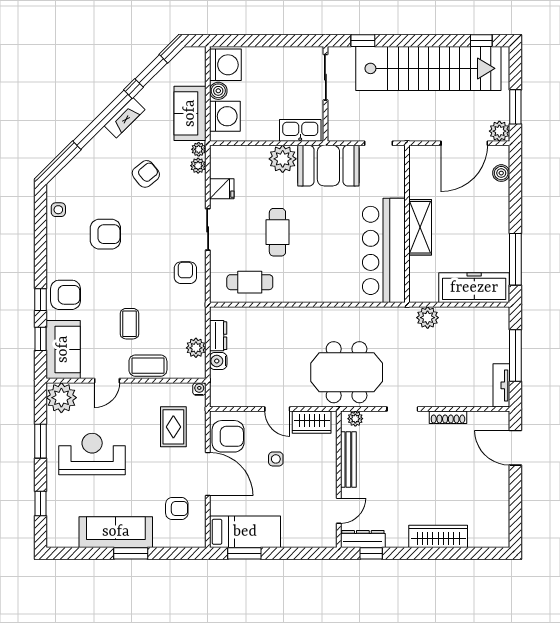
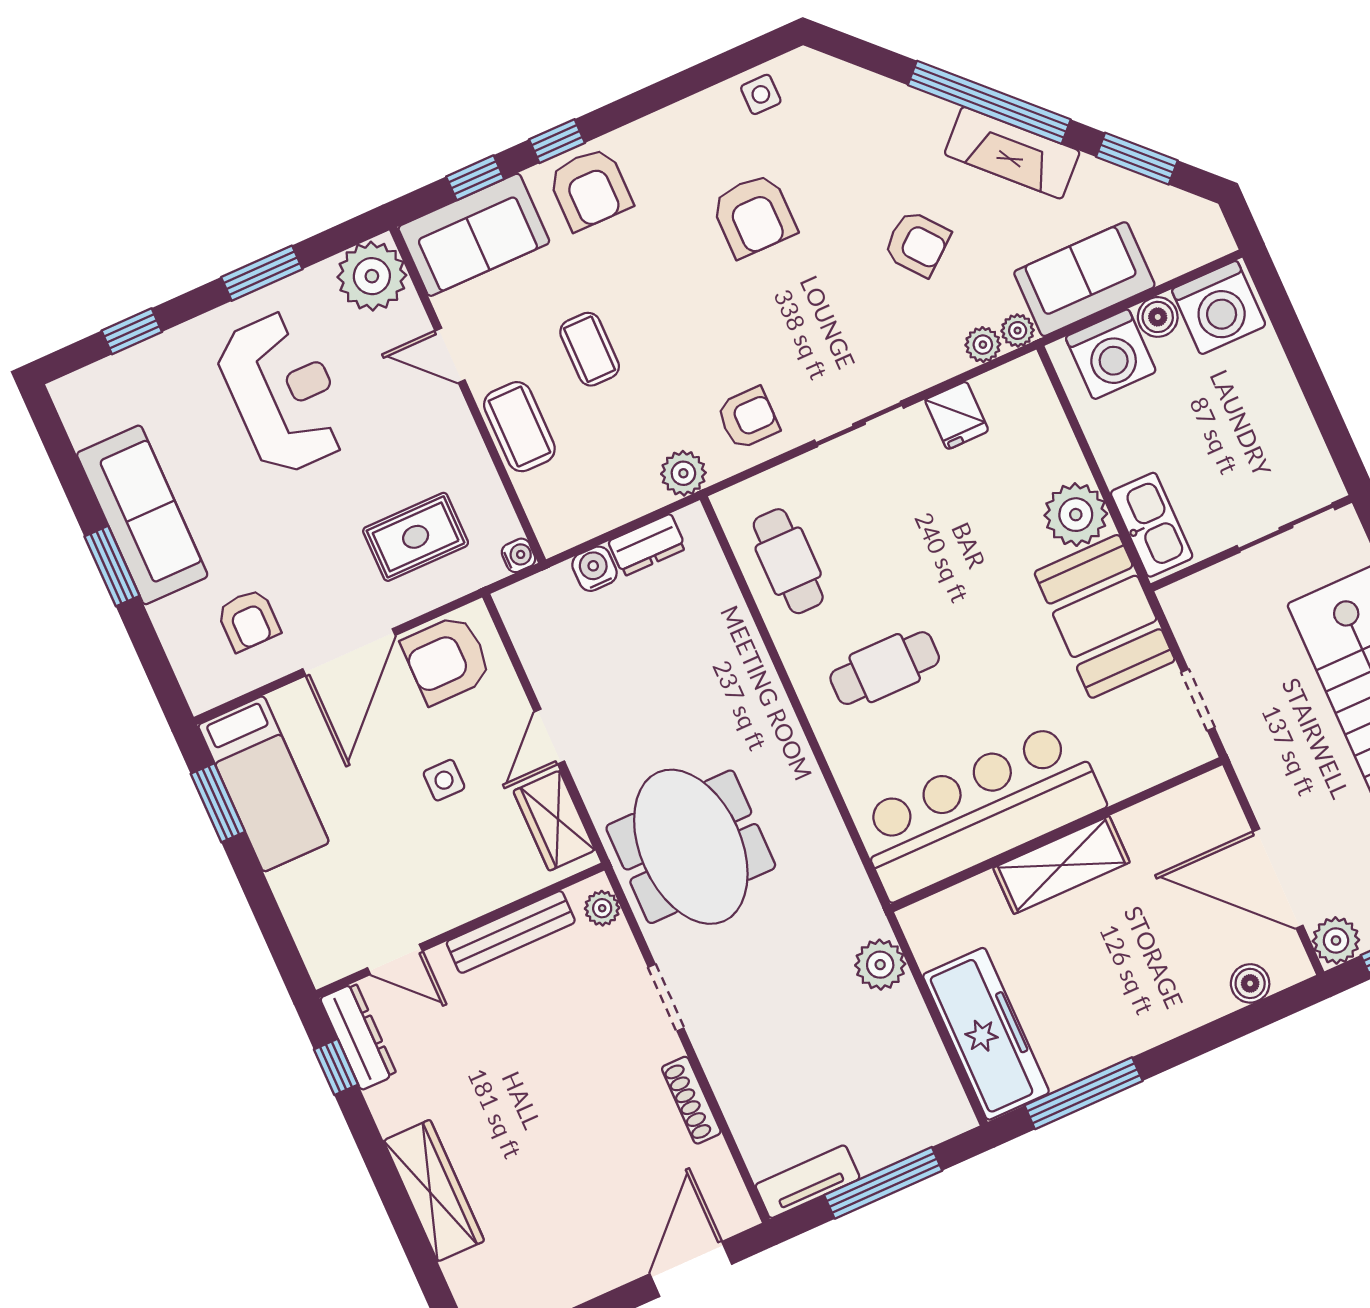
fireplace: (125, 118) -> (1012, 153), width x1.37, depth x1.32
cafe table: (277, 232) -> (885, 668), moved
coffee table: (130, 324) -> (590, 349), turned 90
plant: (196, 348) -> (683, 473), moved
armchair: (228, 436) -> (447, 659), turned 90

